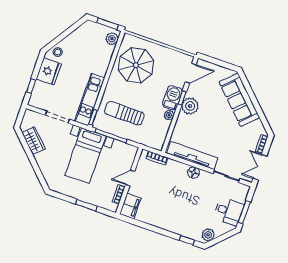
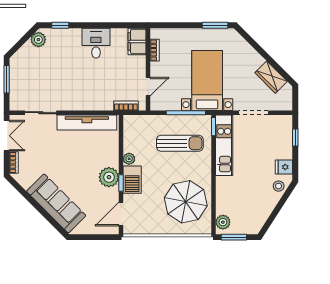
fridge: (49, 71) -> (284, 167), width x0.53, depth x0.75
floor lamp: (193, 173) -> (79, 104), removed
door: (130, 178) -> (148, 87), moved
window: (86, 205) -> (215, 25), moved
desk: (229, 211) -> (96, 43), moved, turned 90

